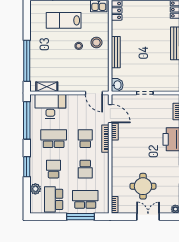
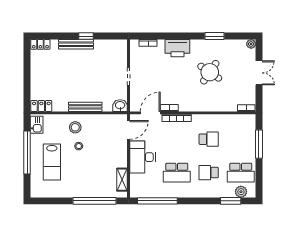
desk: (50, 106) -> (142, 157), moved
school desk: (54, 139) -> (177, 173), turned -90
school desk: (85, 139) -> (177, 139), removed
window: (27, 167) -> (231, 201), moved
round table: (143, 186) -> (210, 72), moved, turned 34
plant: (35, 189) -> (241, 192), moved
school desk: (85, 199) -> (241, 139), removed
double door: (148, 217) -> (259, 73), swing flipped

